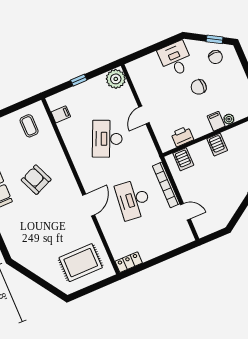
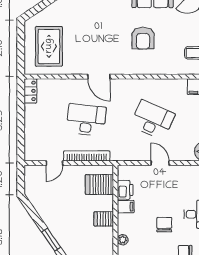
filing cabinet: (216, 121) -> (126, 207), moved
server rack: (183, 159) -> (99, 185), width x1.36, depth x1.44
armchair: (36, 180) -> (143, 38), turned 113

